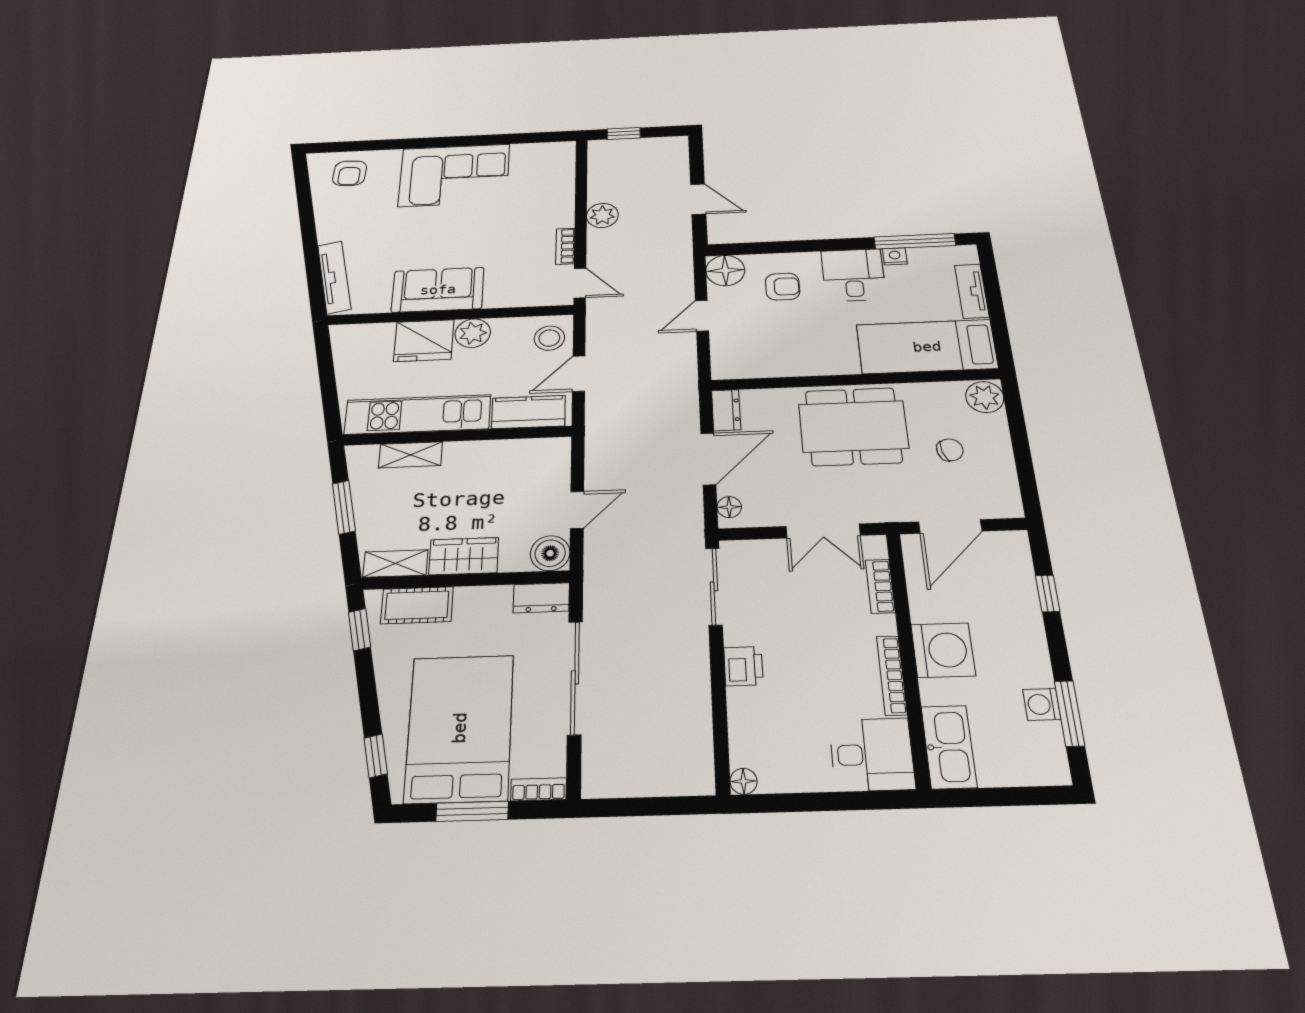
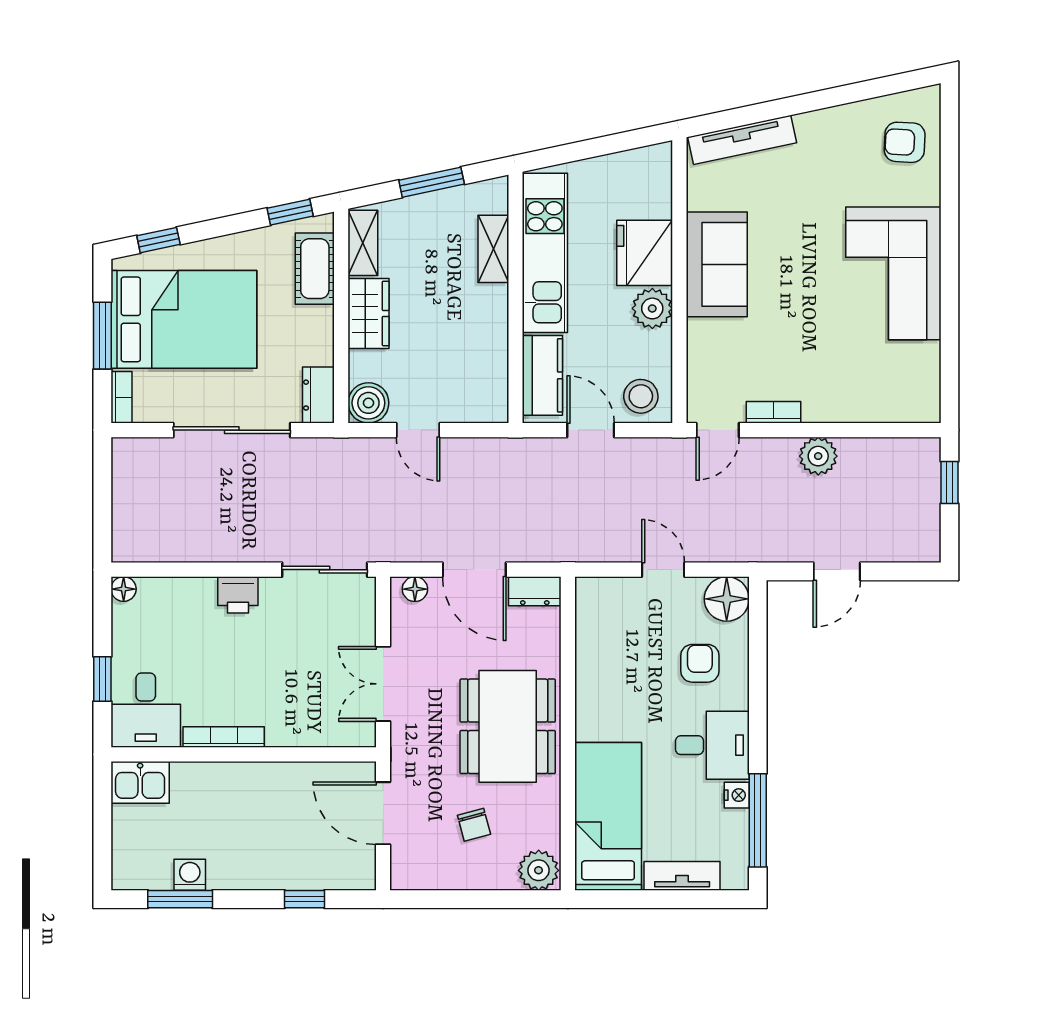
armchair: (783, 287) -> (700, 663), turned 180
bookcase: (880, 586) -> (318, 736), removed
washing machine: (943, 650) -> (248, 789), removed
kitchen sink: (949, 747) -> (140, 782), width x0.73
window: (843, 801) -> (102, 679), added

